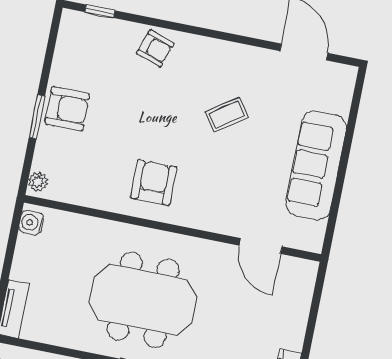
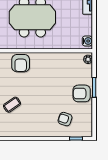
armchair: (155, 48) -> (65, 119), moved
armchair: (154, 183) -> (21, 63), moved

